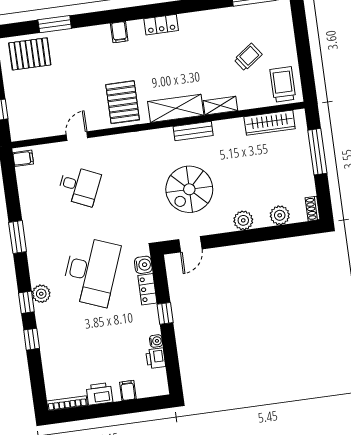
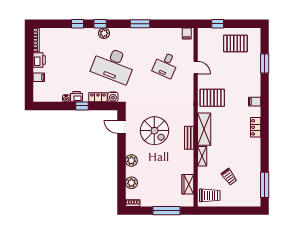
pallet: (30, 54) -> (235, 44), moved, turned 90
wardrobe: (270, 123) -> (188, 184), width x0.67
spiral stairs: (189, 189) -> (154, 131), turned 180
printer: (156, 358) -> (77, 97), moved

